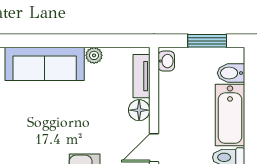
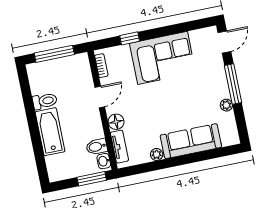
window: (207, 41) -> (92, 179), moved
bidet: (231, 73) -> (97, 147), moved, turned 180

